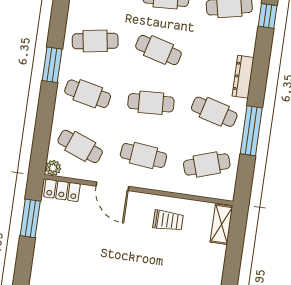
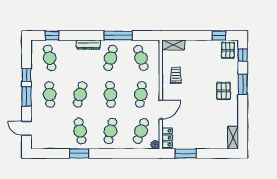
window: (52, 65) -> (79, 153), moved

